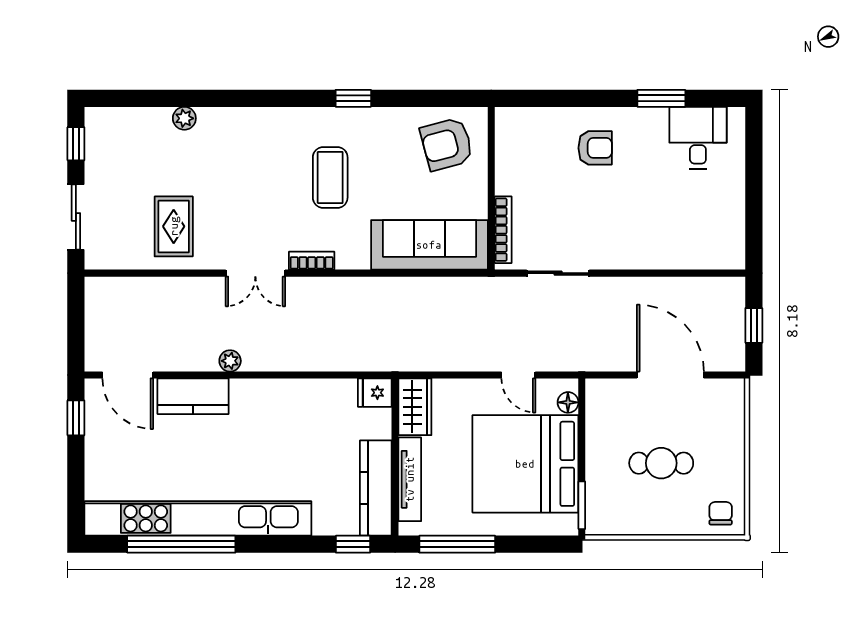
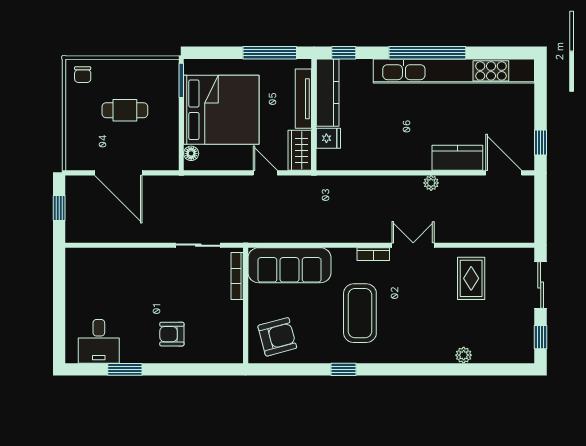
coffee table: (330, 177) -> (360, 313), width x1.36, depth x1.32
door: (518, 375) -> (265, 173), moved
fridge: (375, 393) -> (328, 138), moved
window: (181, 544) -> (427, 53), moved

